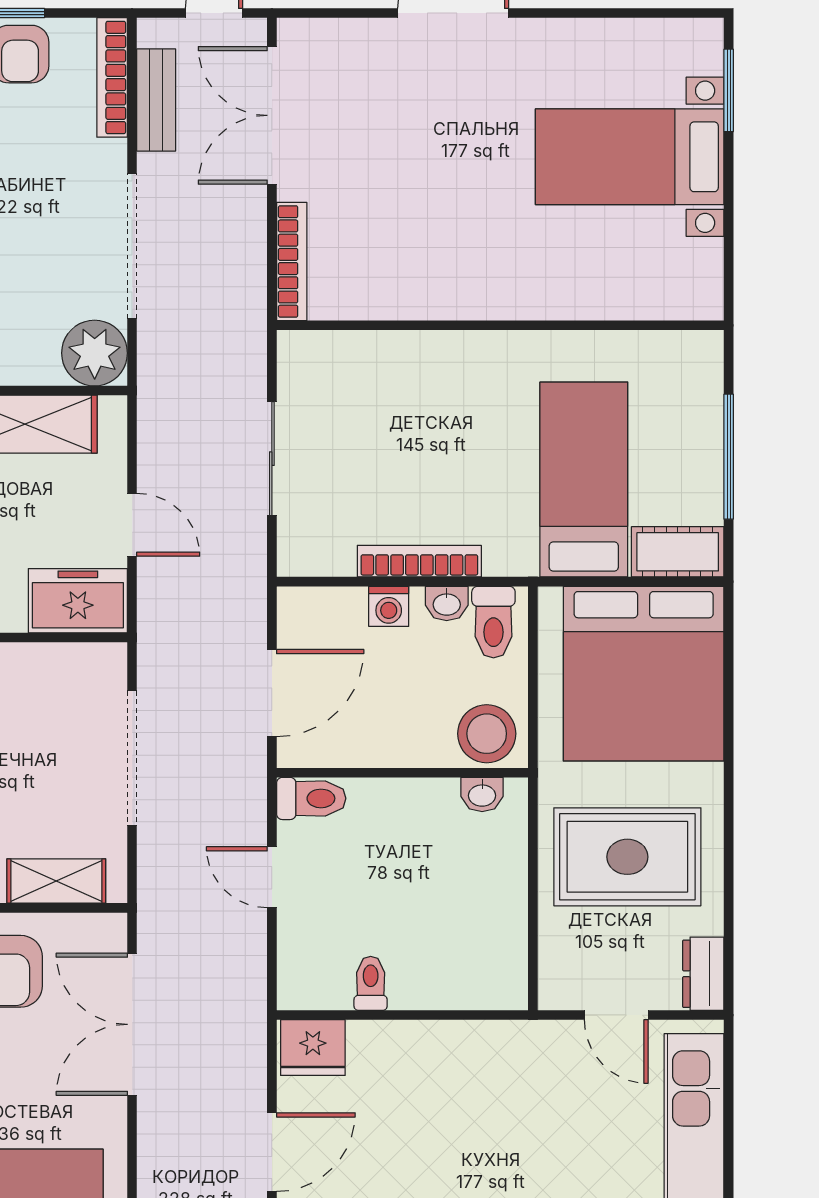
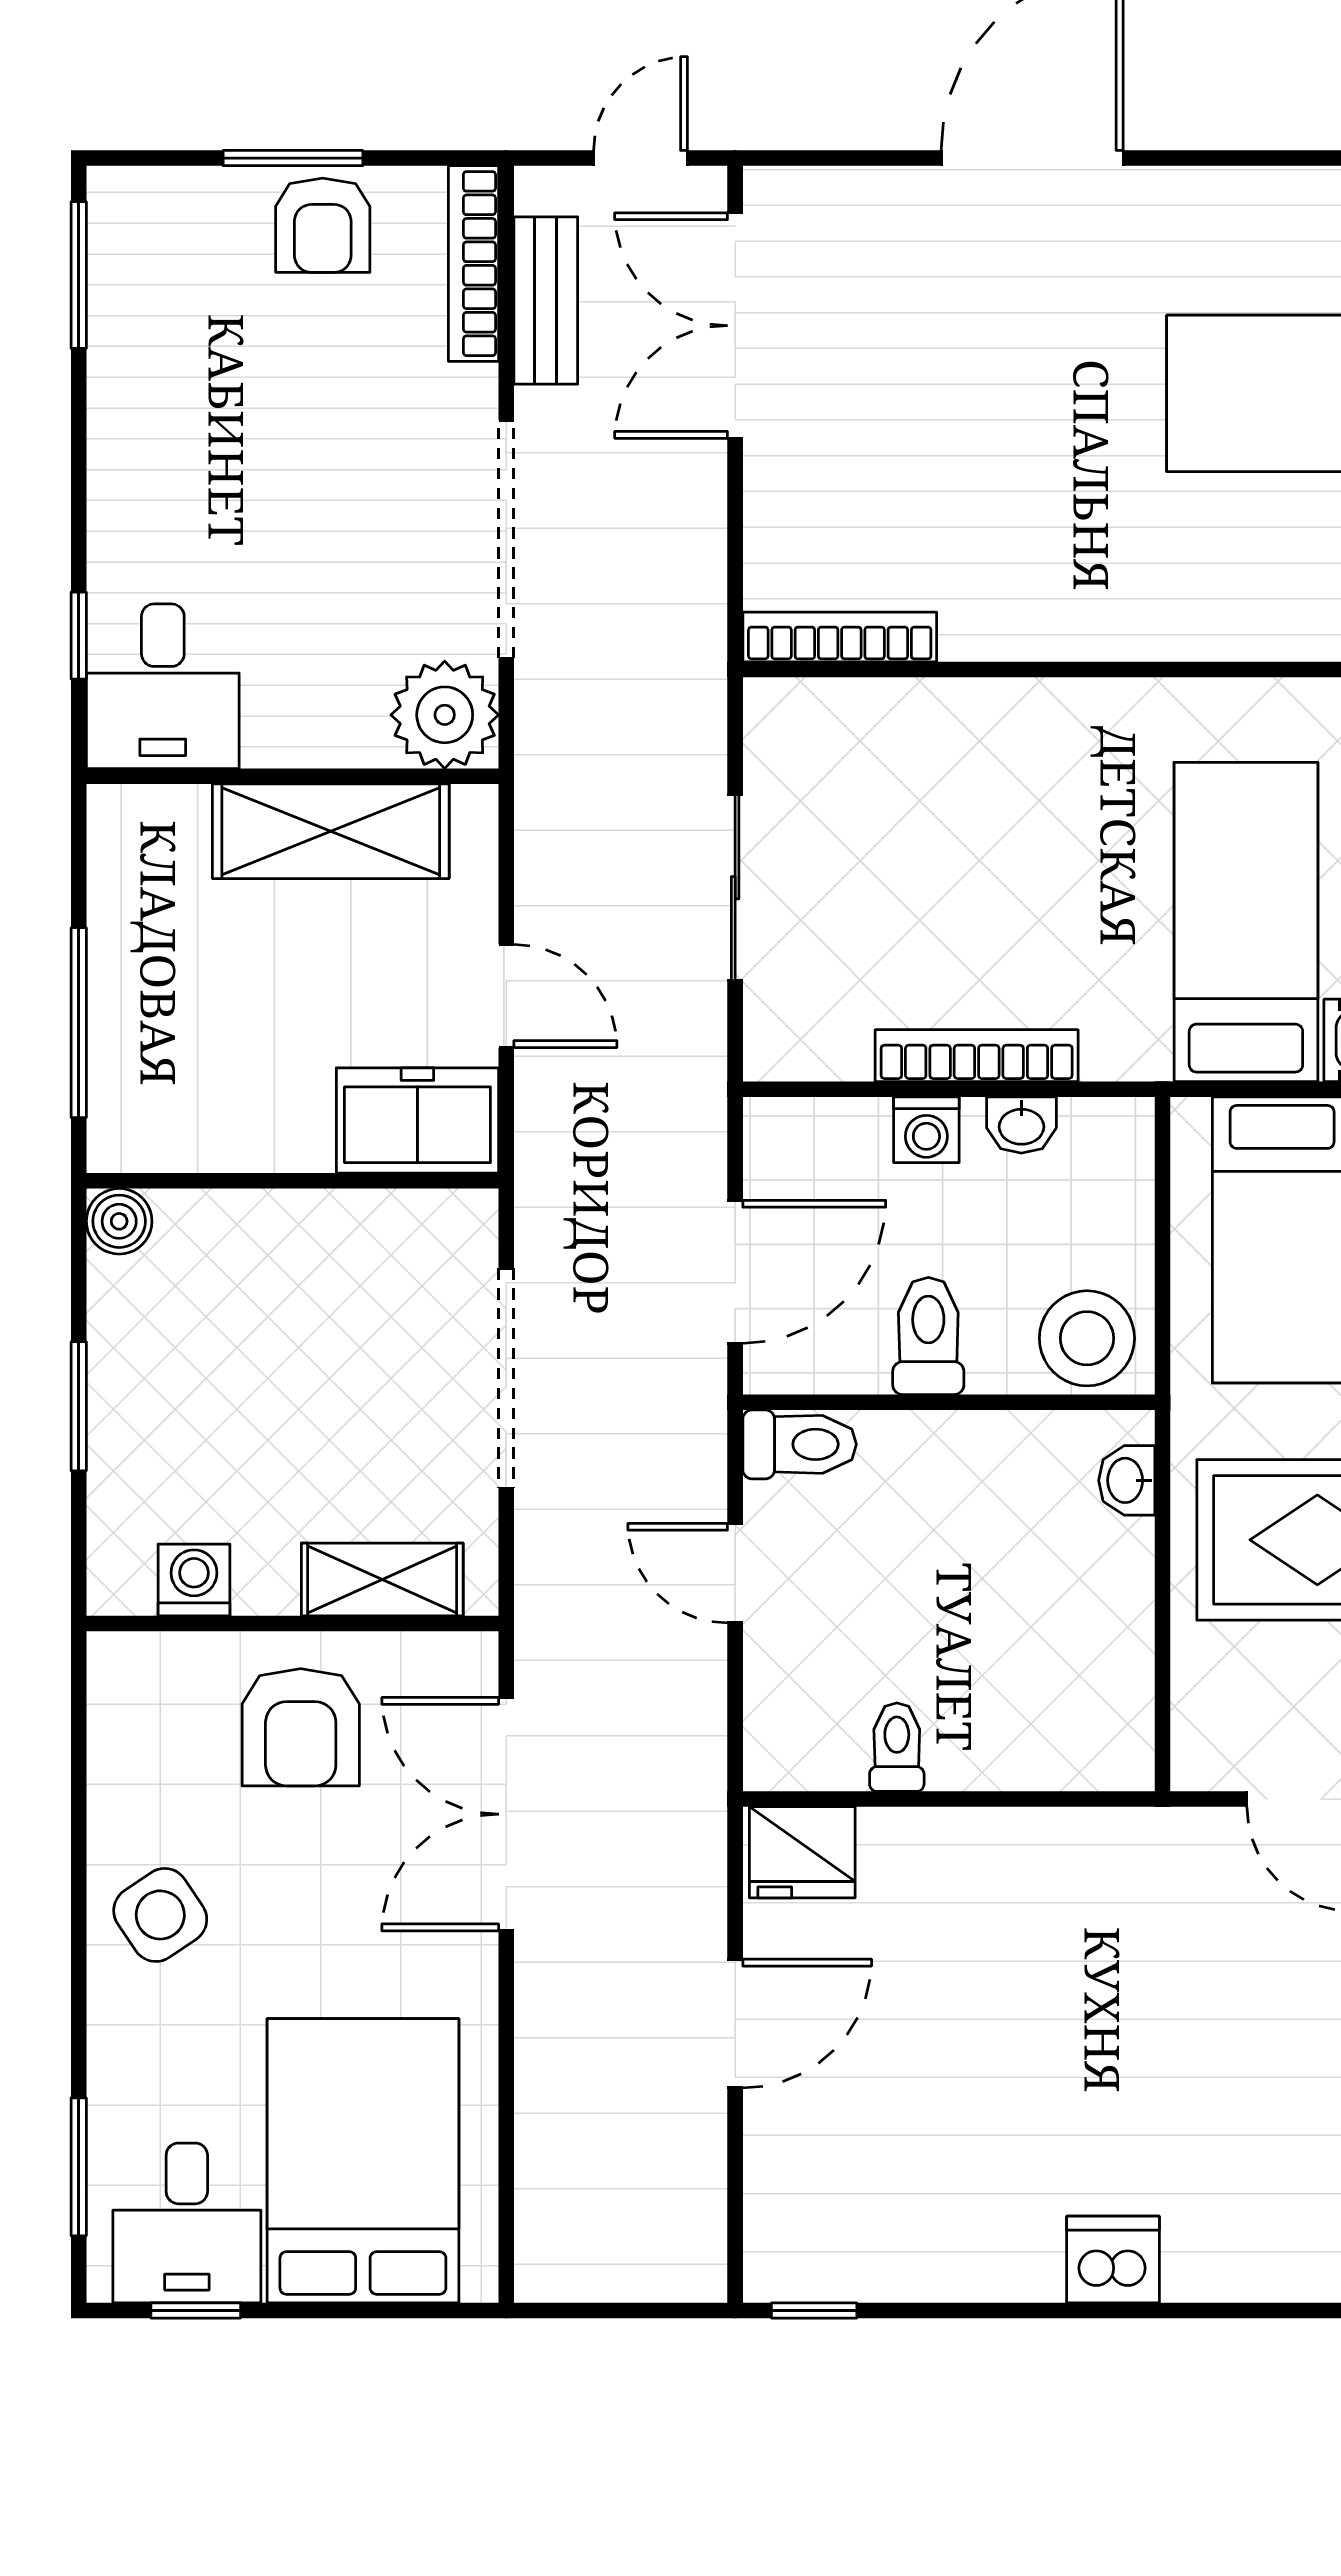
bookcase: (292, 261) -> (840, 637), moved, turned -90
toilet: (493, 622) -> (928, 1336), moved, turned 180
washbasin: (482, 795) -> (1127, 1480), moved, turned 90

